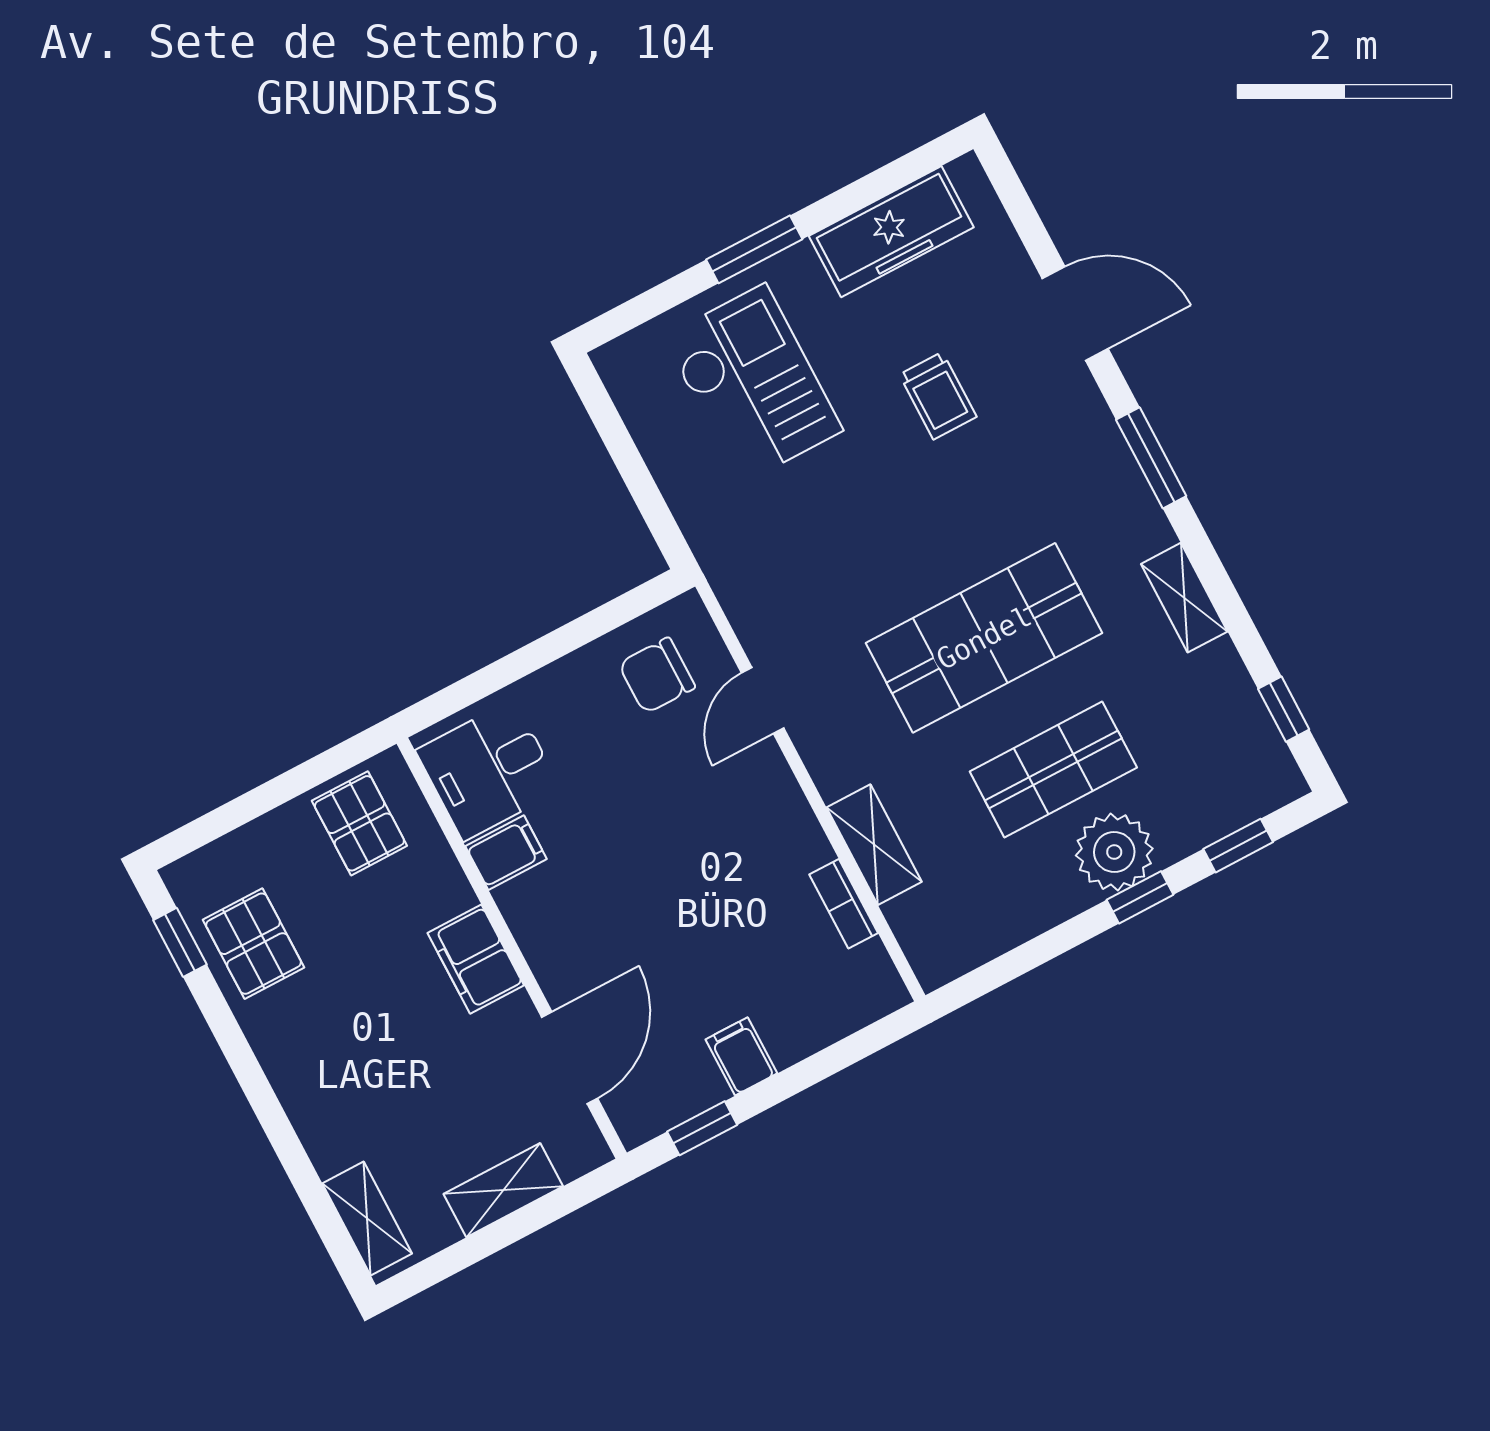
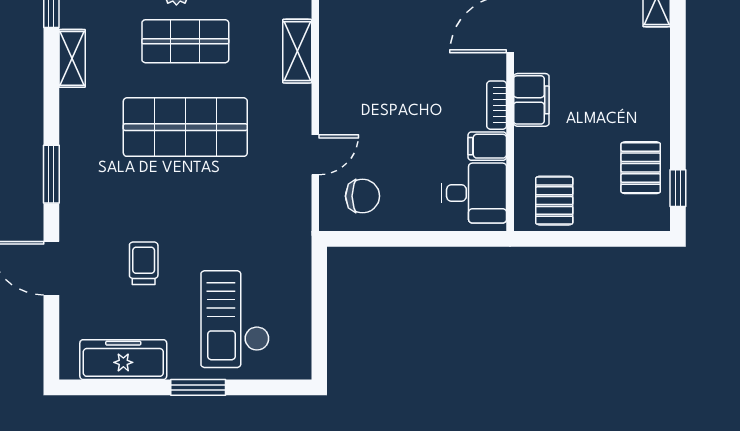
shelving: (1184, 598) -> (72, 58), moved
bookcase: (844, 904) -> (497, 105), moved, turned 180

